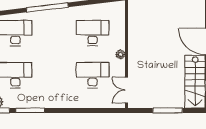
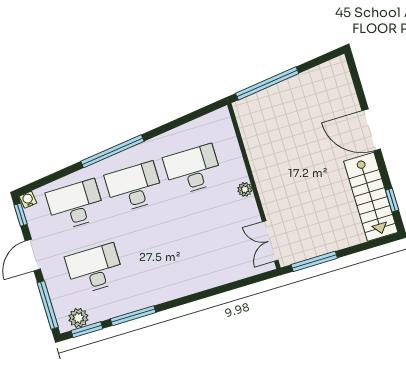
desk: (93, 75) -> (134, 187), moved
window: (168, 110) -> (314, 261), moved

